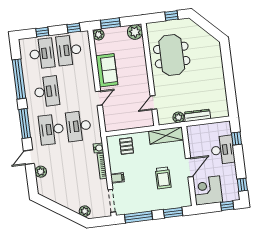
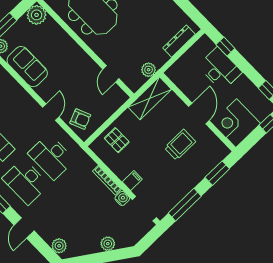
sofa: (107, 70) -> (27, 67), moved
dresser: (197, 115) -> (179, 41), moved
armchair: (114, 116) -> (80, 119), added
water cooler: (98, 148) -> (122, 198), moved
plant: (41, 172) -> (59, 246), moved
trolley: (163, 178) -> (180, 145), turned -90
plant: (85, 211) -> (108, 244), moved

